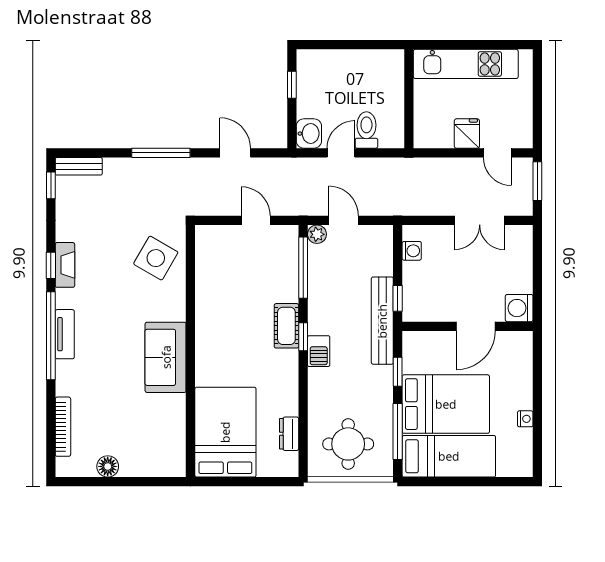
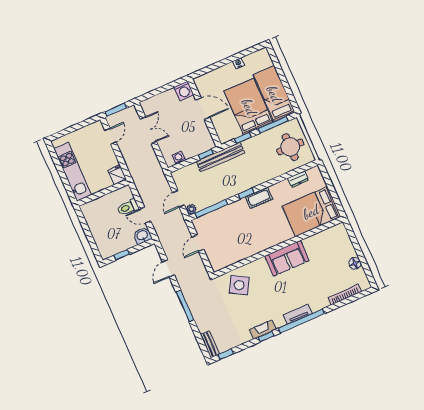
fridge: (467, 134) -> (117, 175), moved, turned 90
cot: (286, 326) -> (259, 198), moved
barbecue: (319, 351) -> (250, 182), removed

